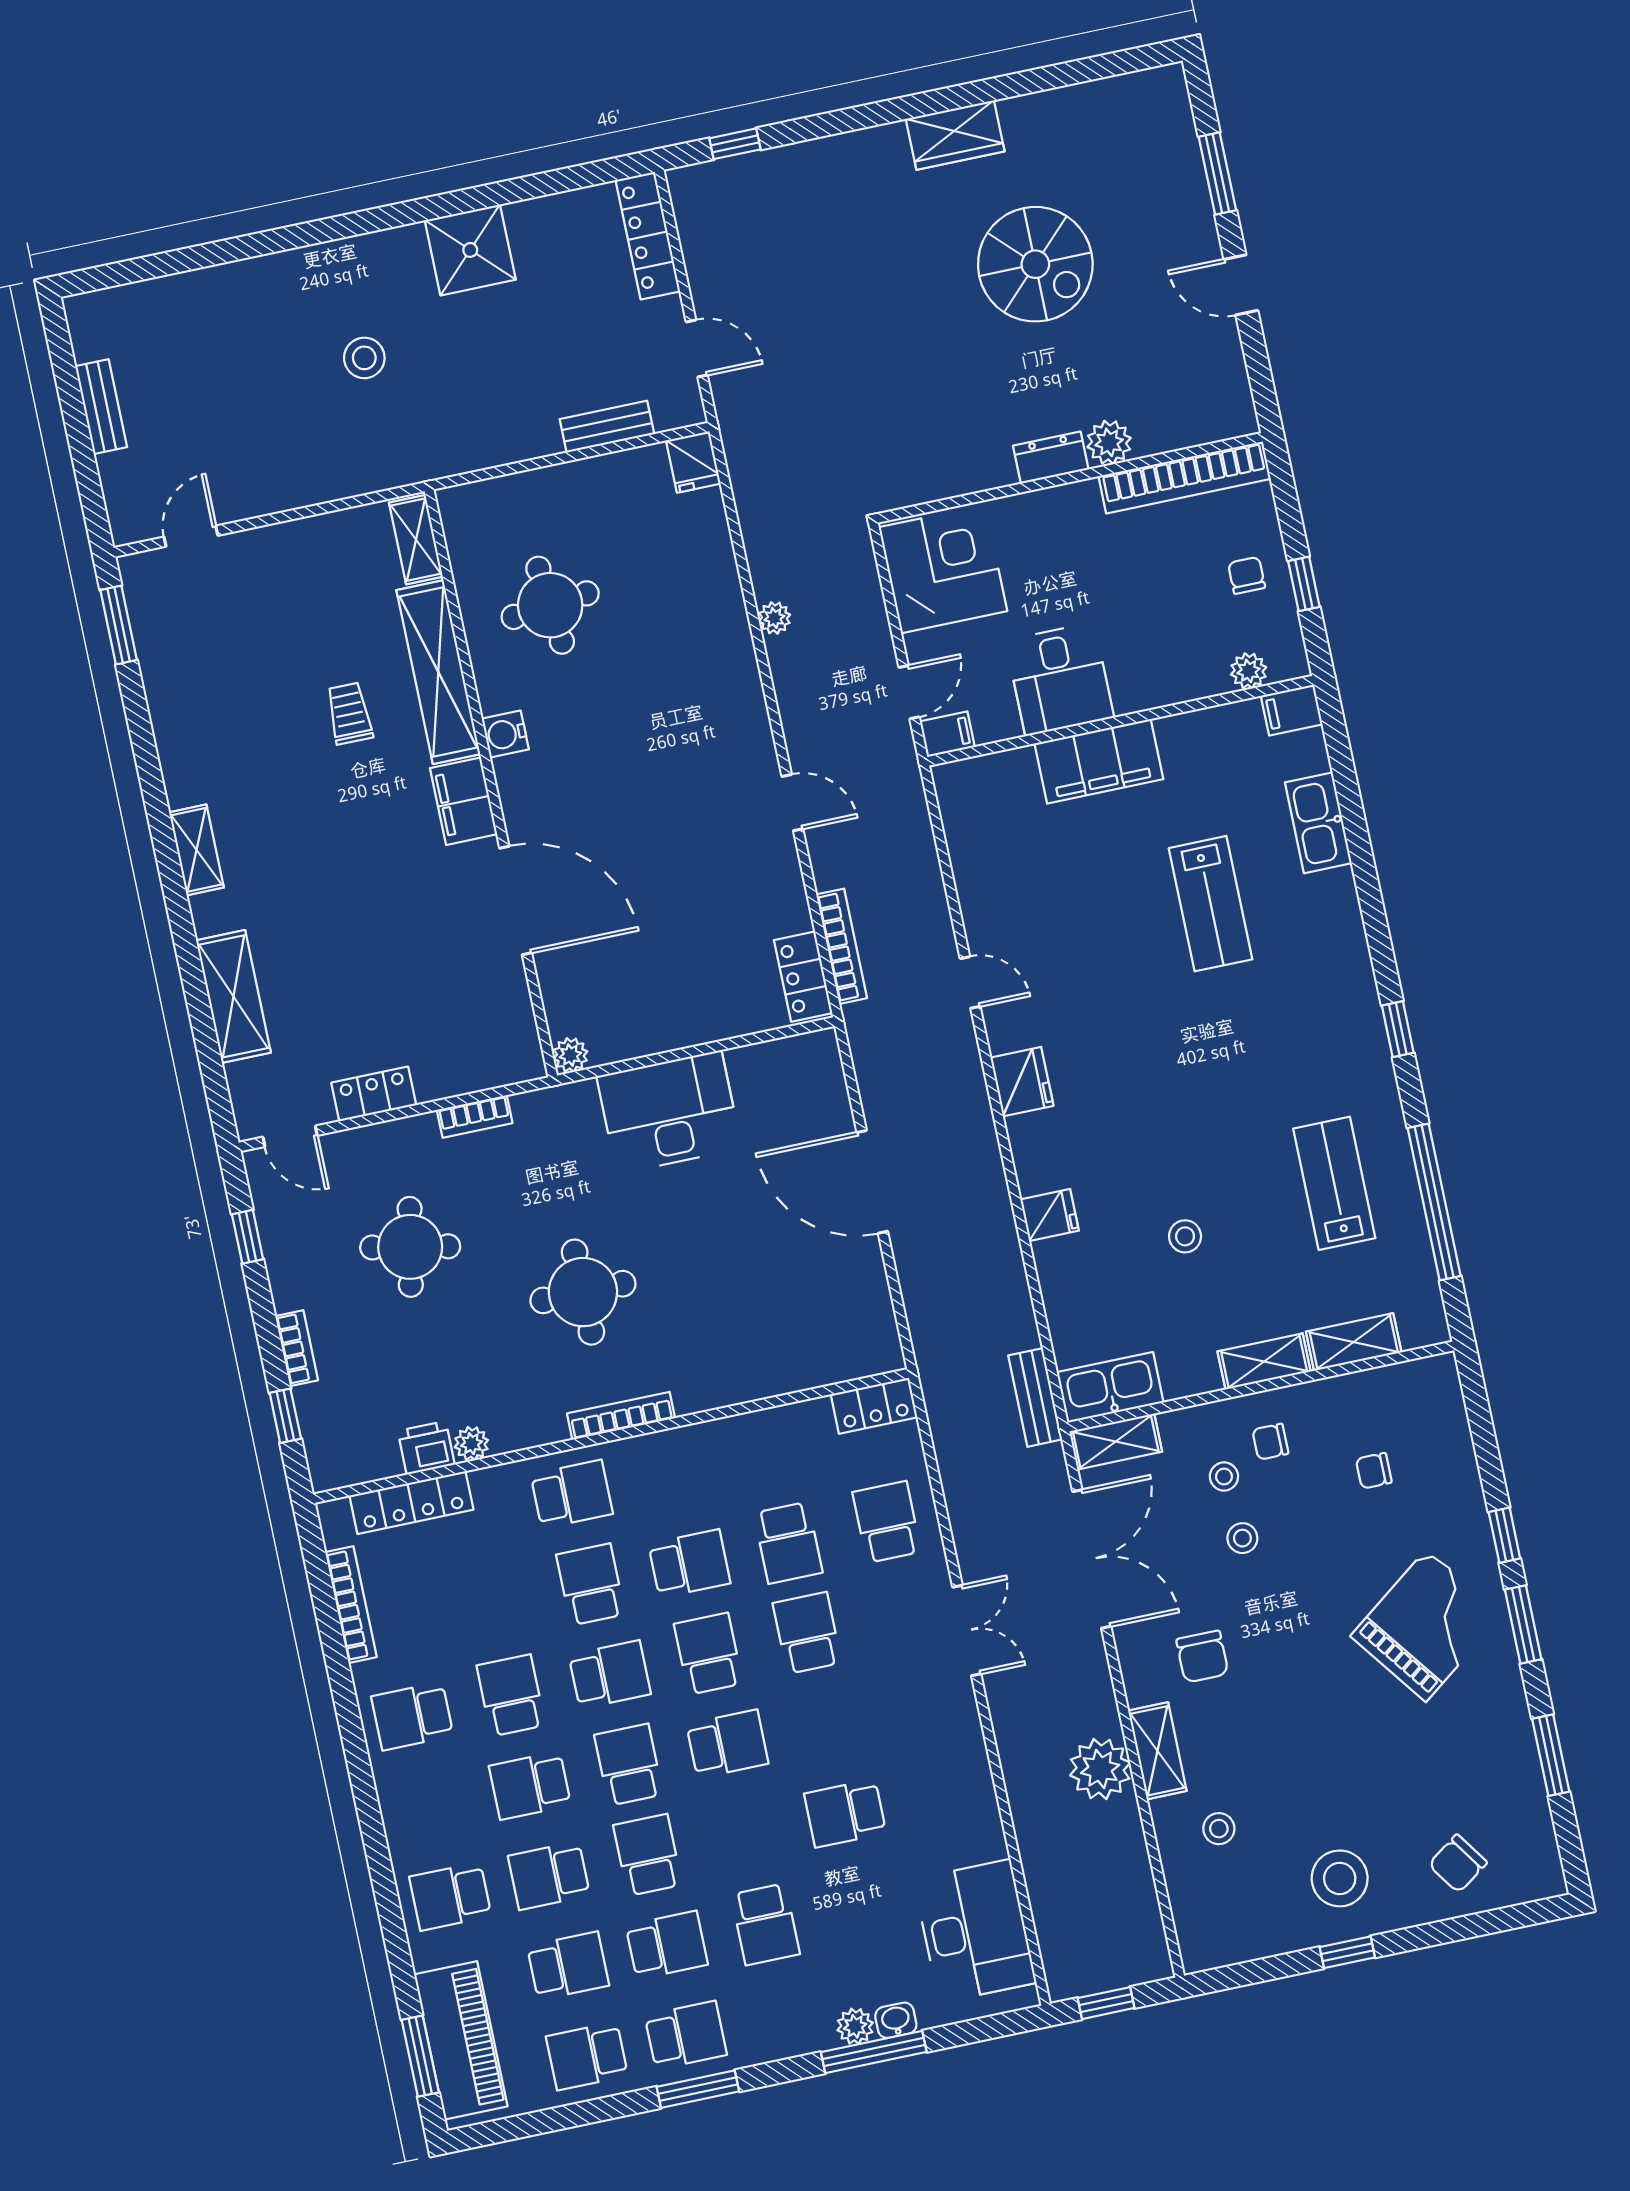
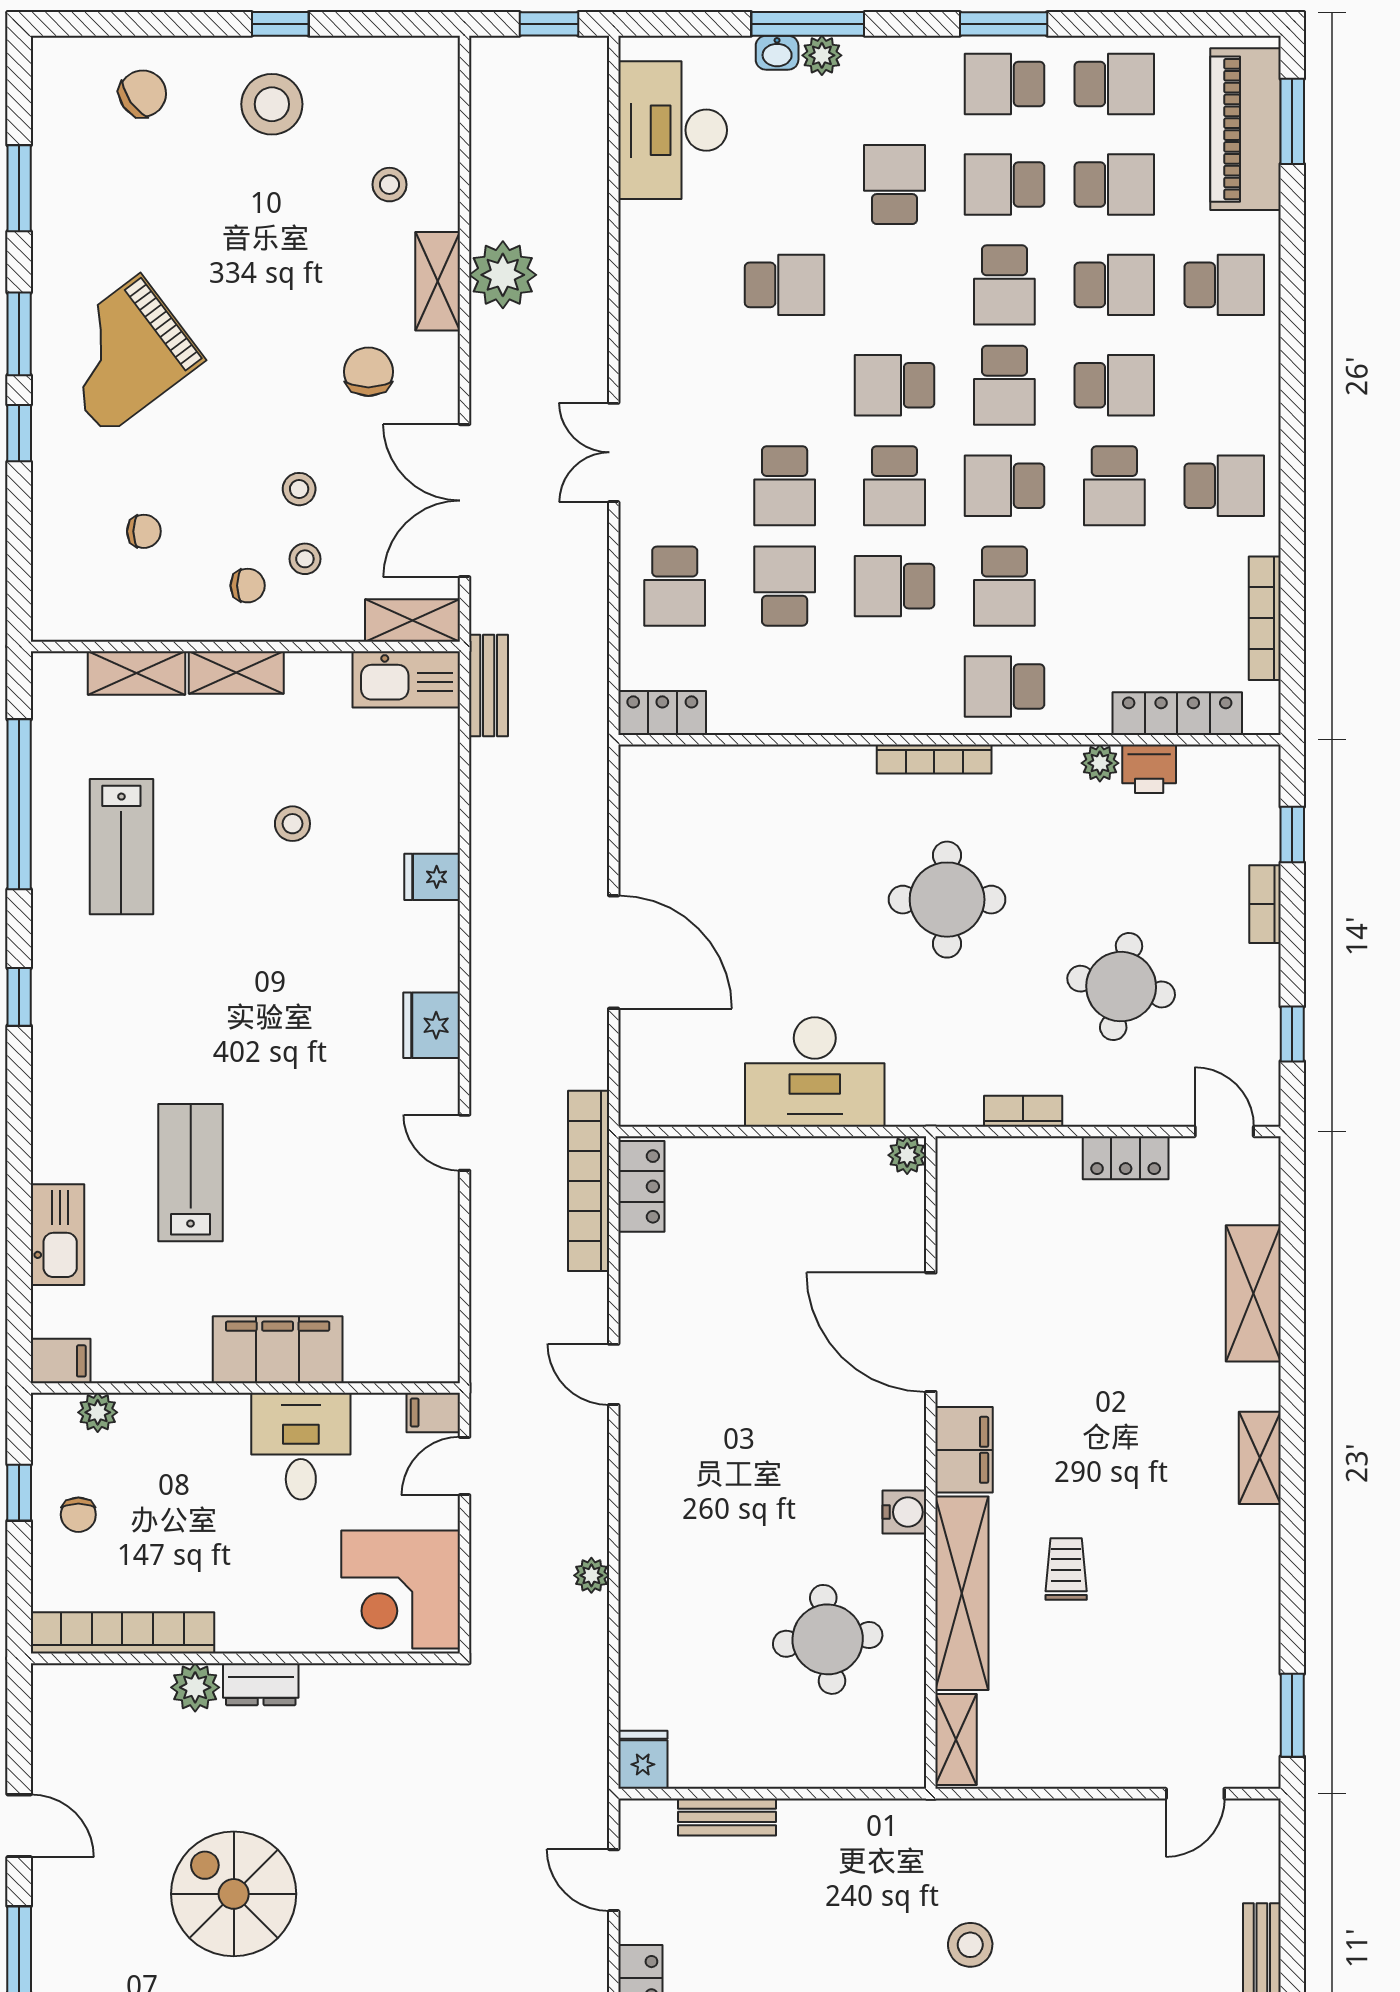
trolley: (349, 713) -> (1066, 1569), turned 180
bookcase: (842, 946) -> (589, 1181), width x1.48, depth x1.31
school desk: (568, 1966) -> (1114, 184), turned 180

